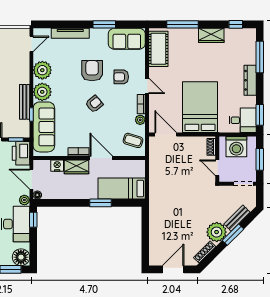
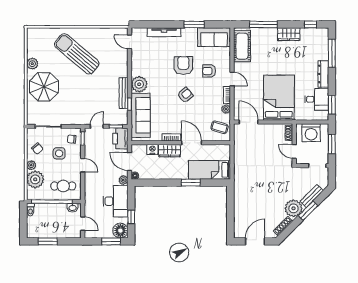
door: (31, 44) -> (130, 42), swing flipped
plant: (42, 70) -> (139, 65), removed
desk: (243, 120) -> (317, 99), moved
window: (33, 220) -> (131, 217), moved

